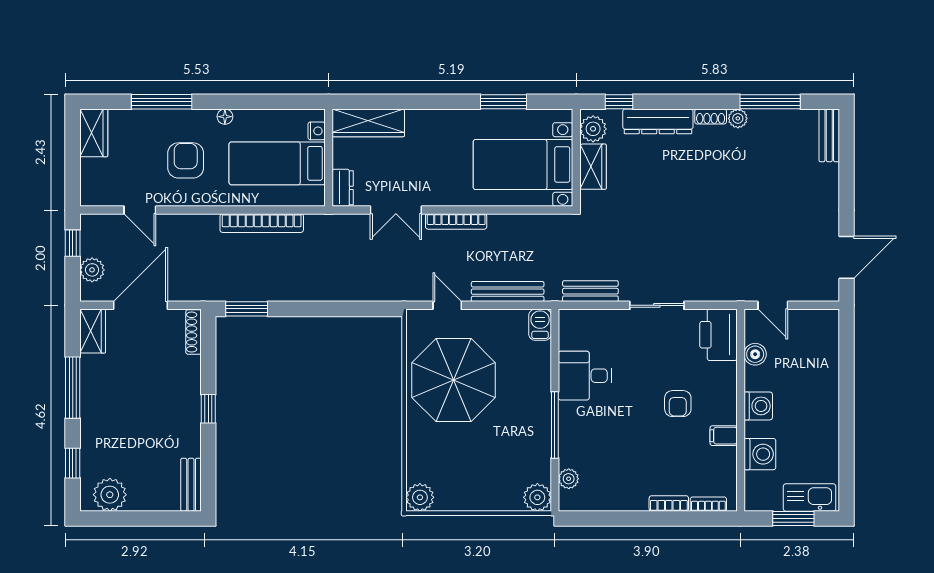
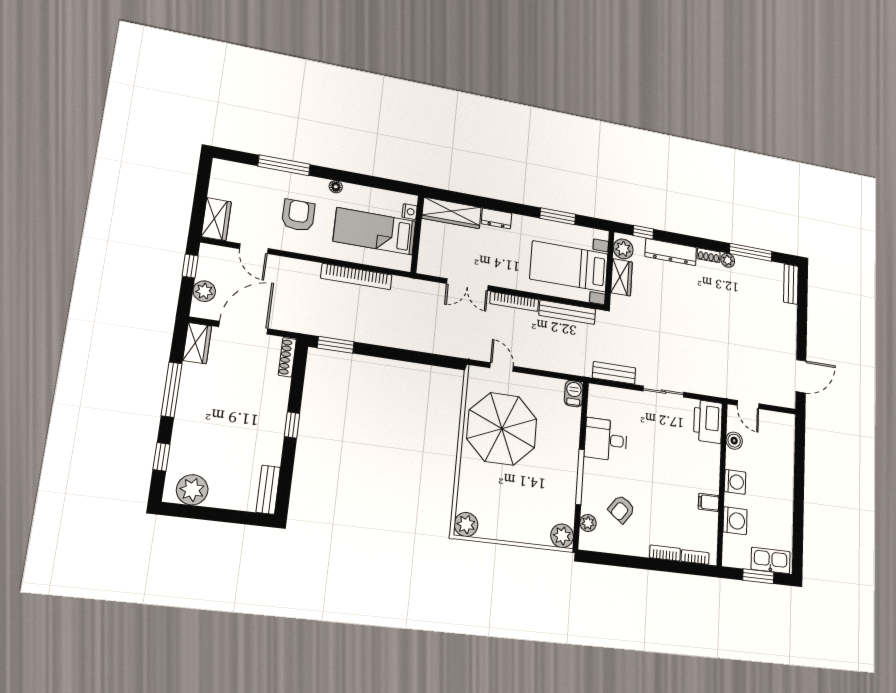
wardrobe: (94, 133) -> (216, 219), moved
dresser: (343, 188) -> (496, 218), moved, turned 90
bench: (508, 292) -> (567, 312), moved
armchair: (678, 404) -> (621, 509), moved, turned 37

